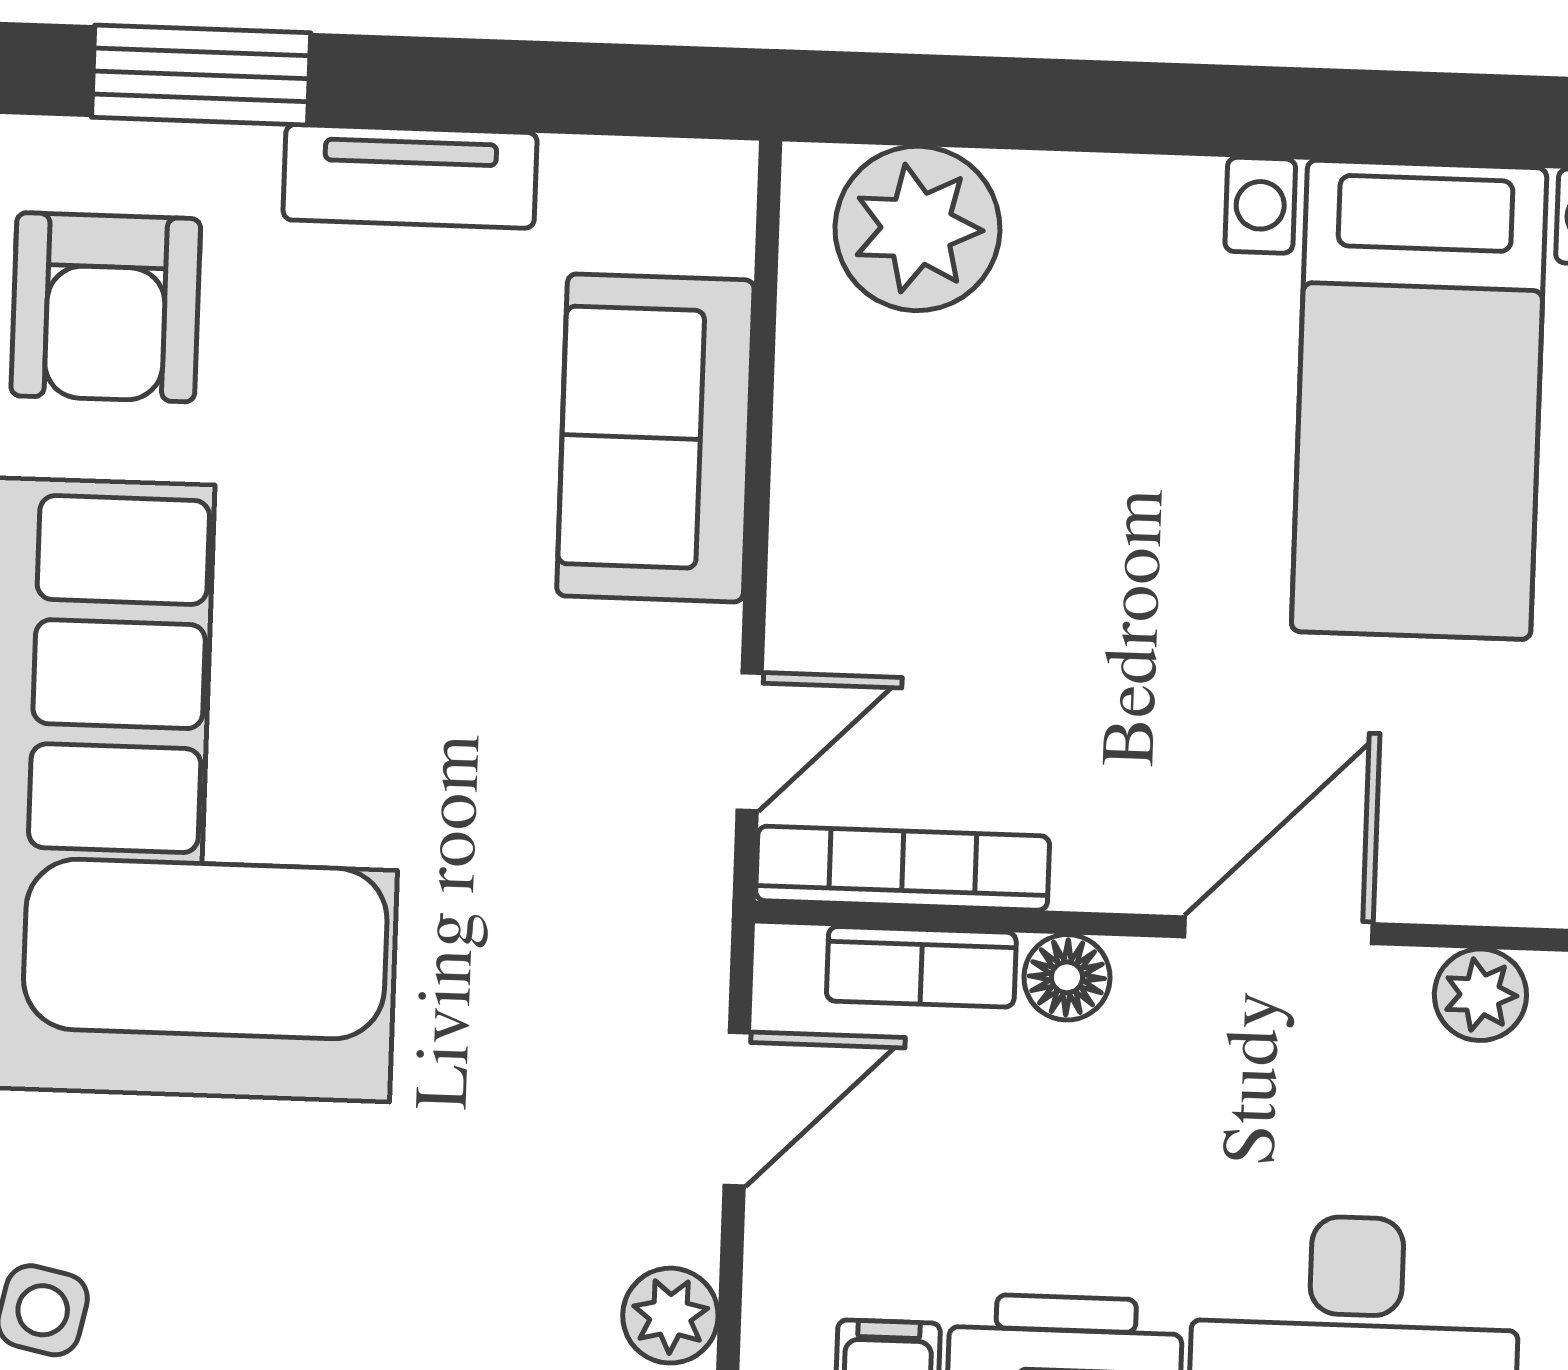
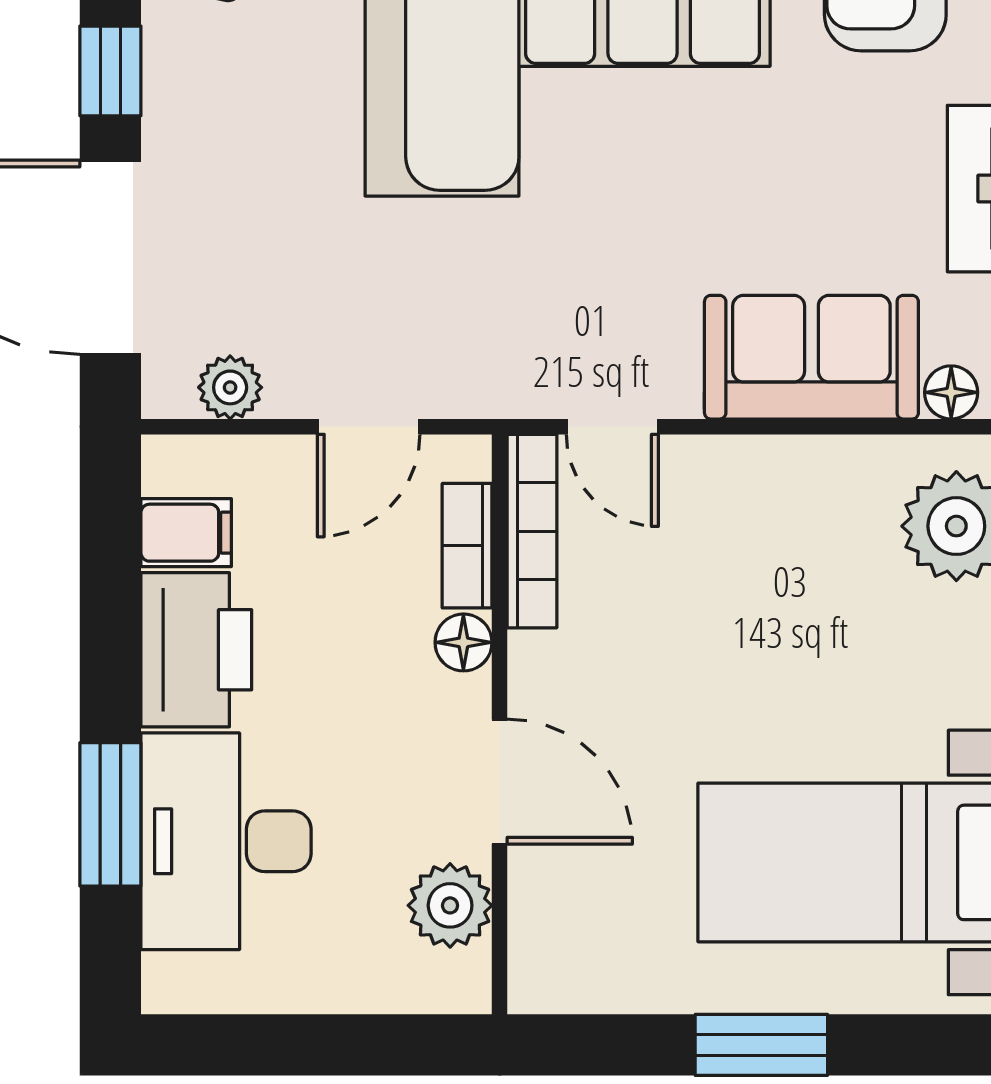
floor lamp: (716, 229) -> (951, 392), added
plant: (1480, 995) -> (450, 905), width x1.38, depth x1.38
door: (737, 1109) -> (369, 427), hinge flipped

